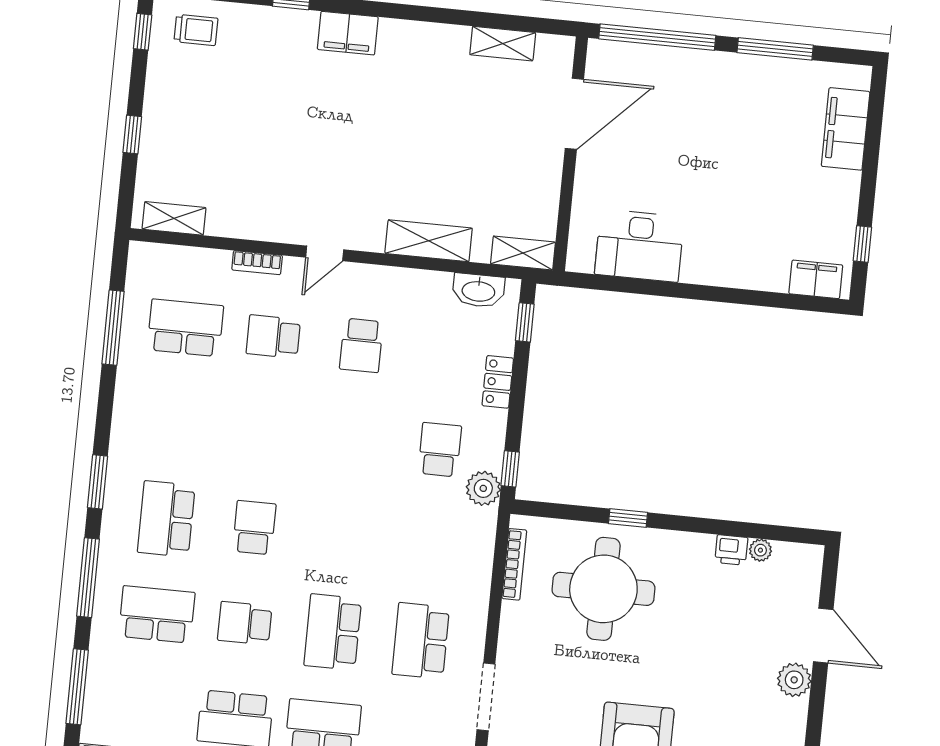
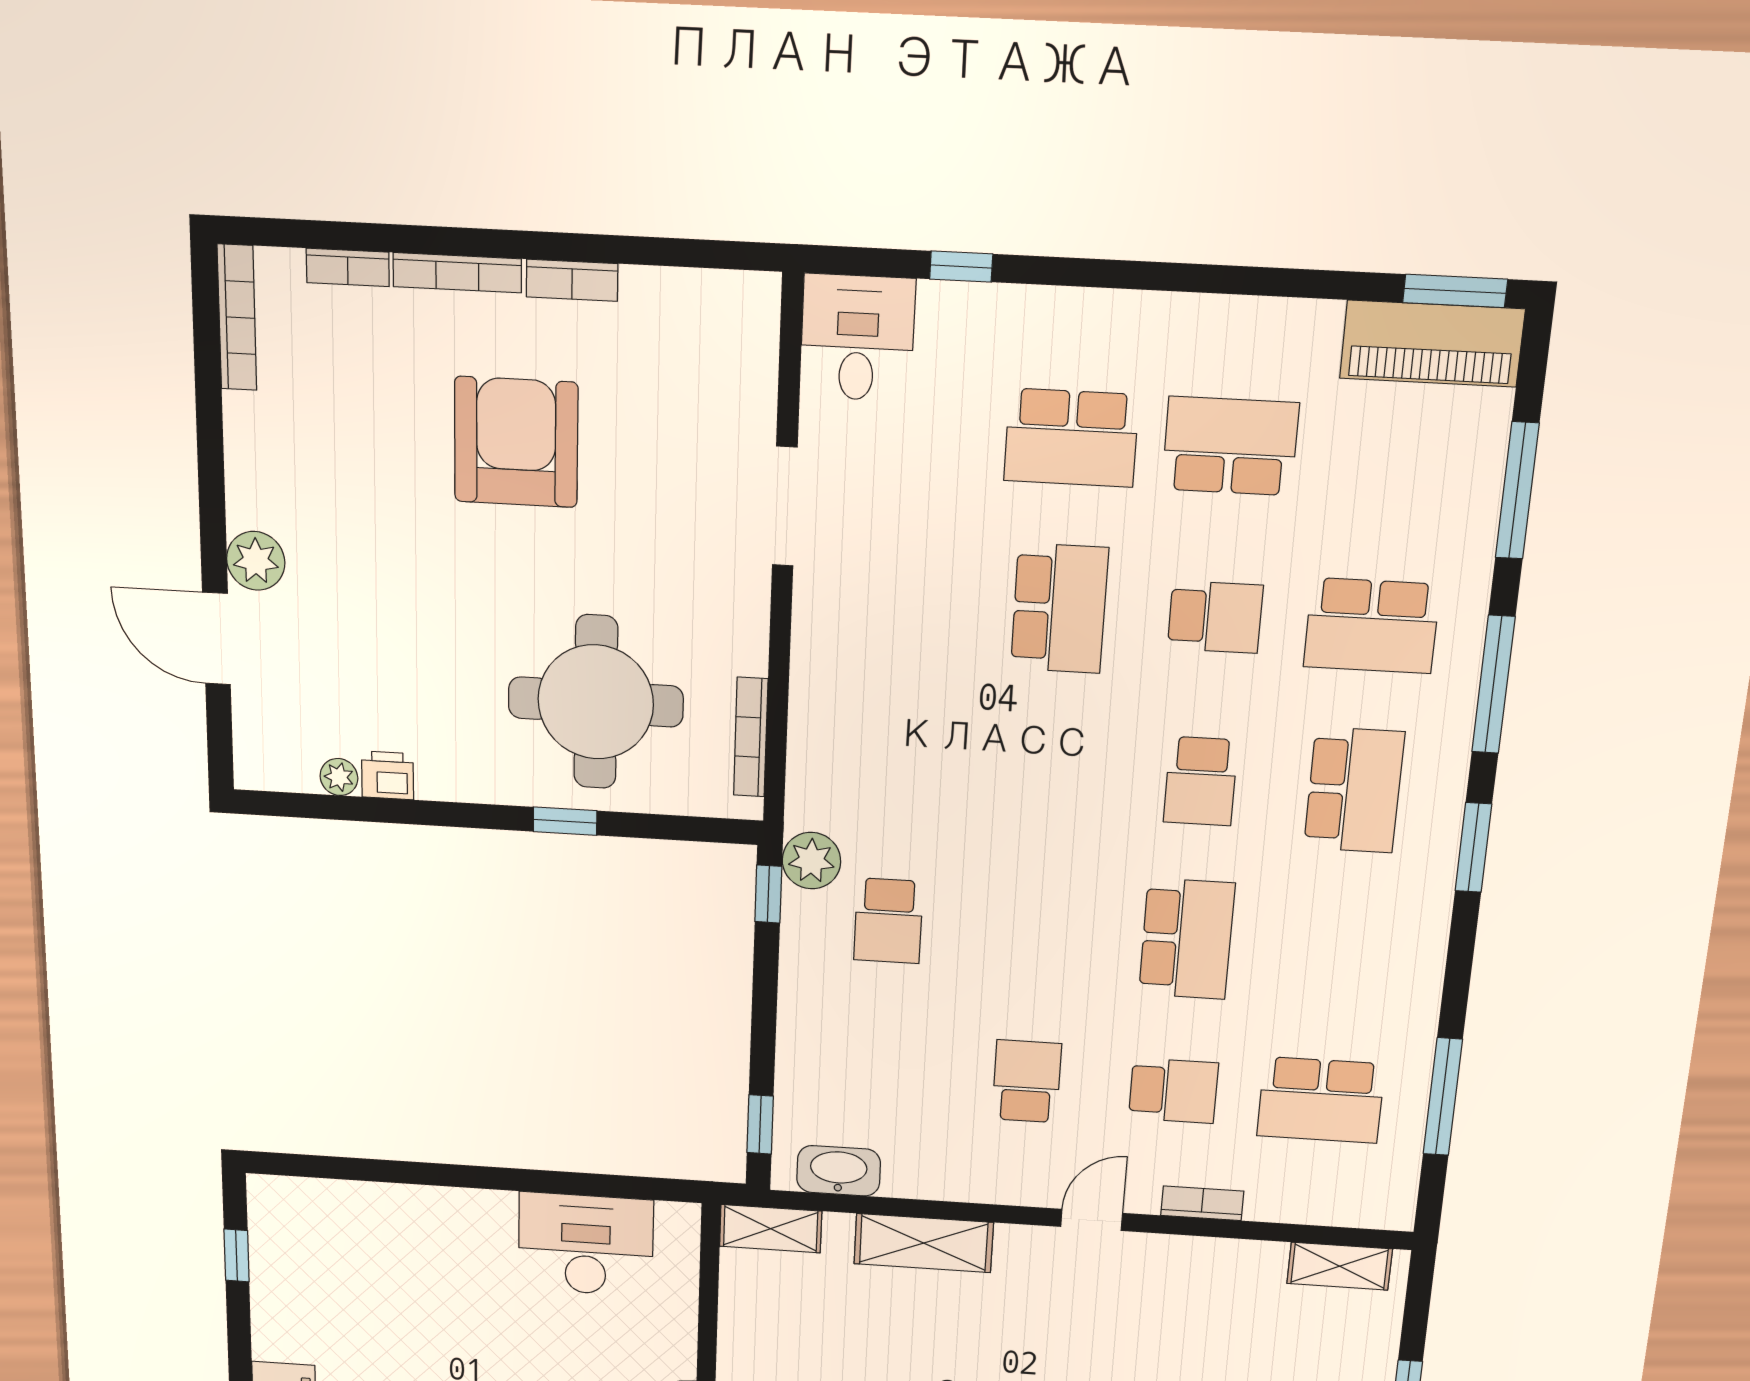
filing cabinet: (816, 279) -> (302, 1202), removed
locker: (498, 382) -> (798, 1031), removed
school desk: (421, 641) -> (1187, 939), moved

